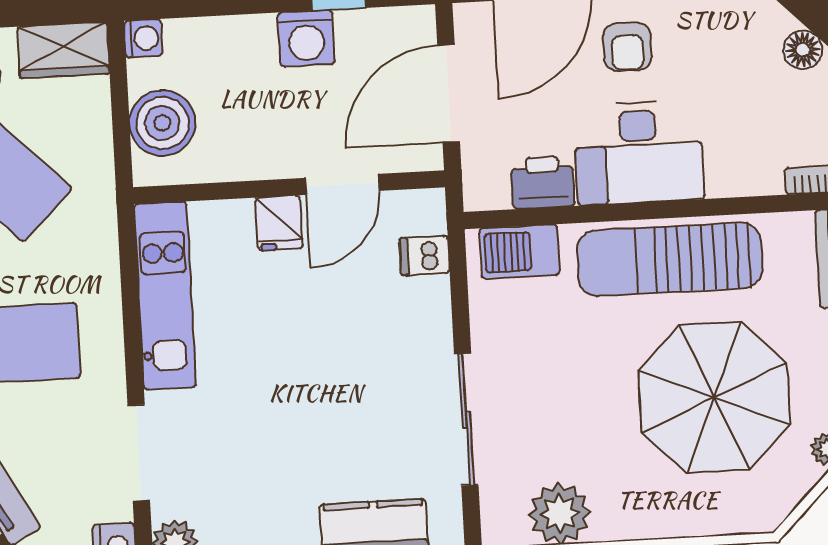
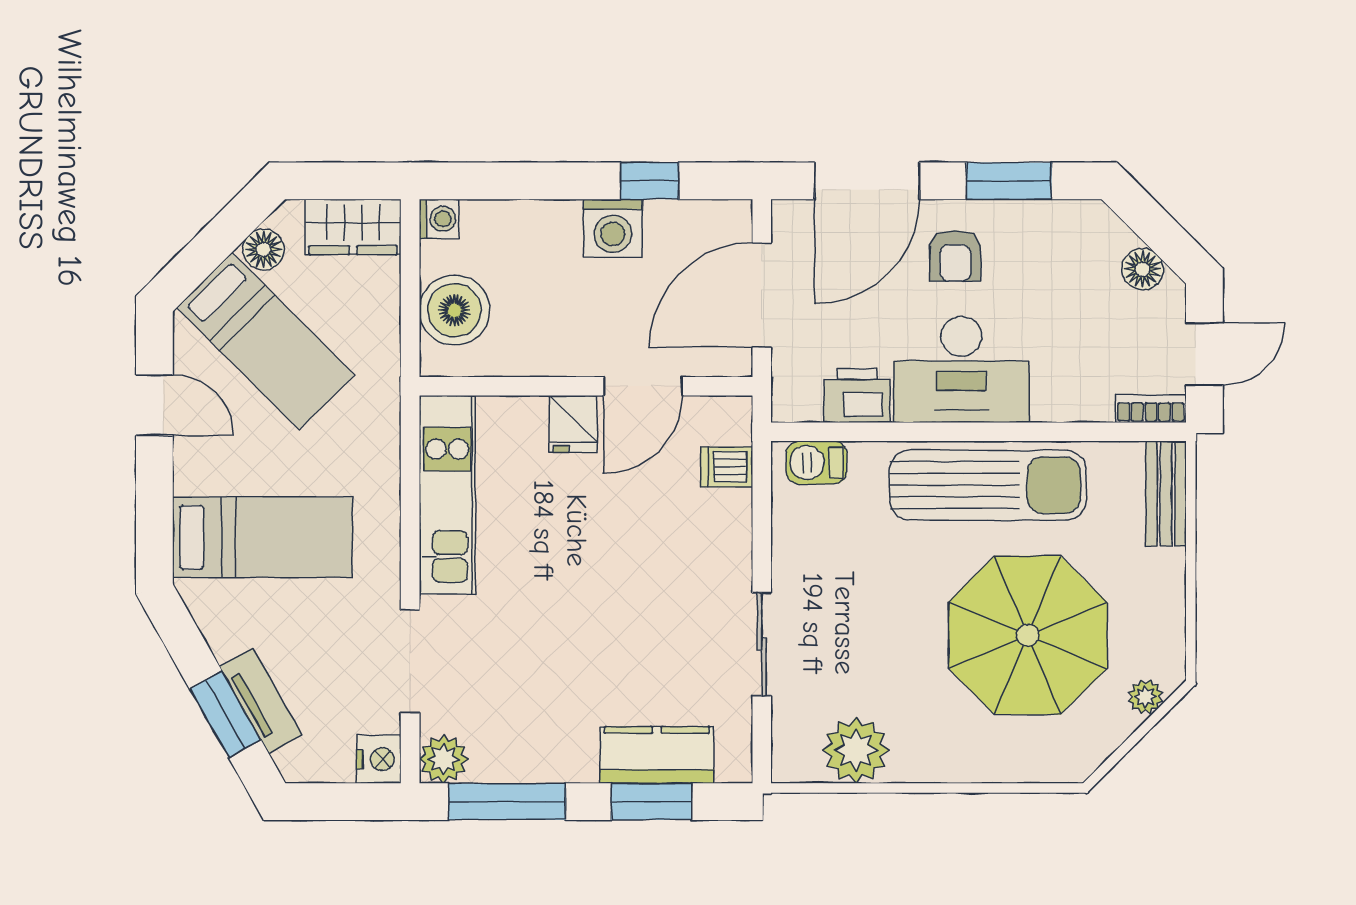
barbecue: (519, 252) -> (817, 463), width x0.73, depth x0.79
sun lounger: (670, 259) -> (988, 485), turned 180
sliding door: (466, 419) -> (762, 644), width x0.73

